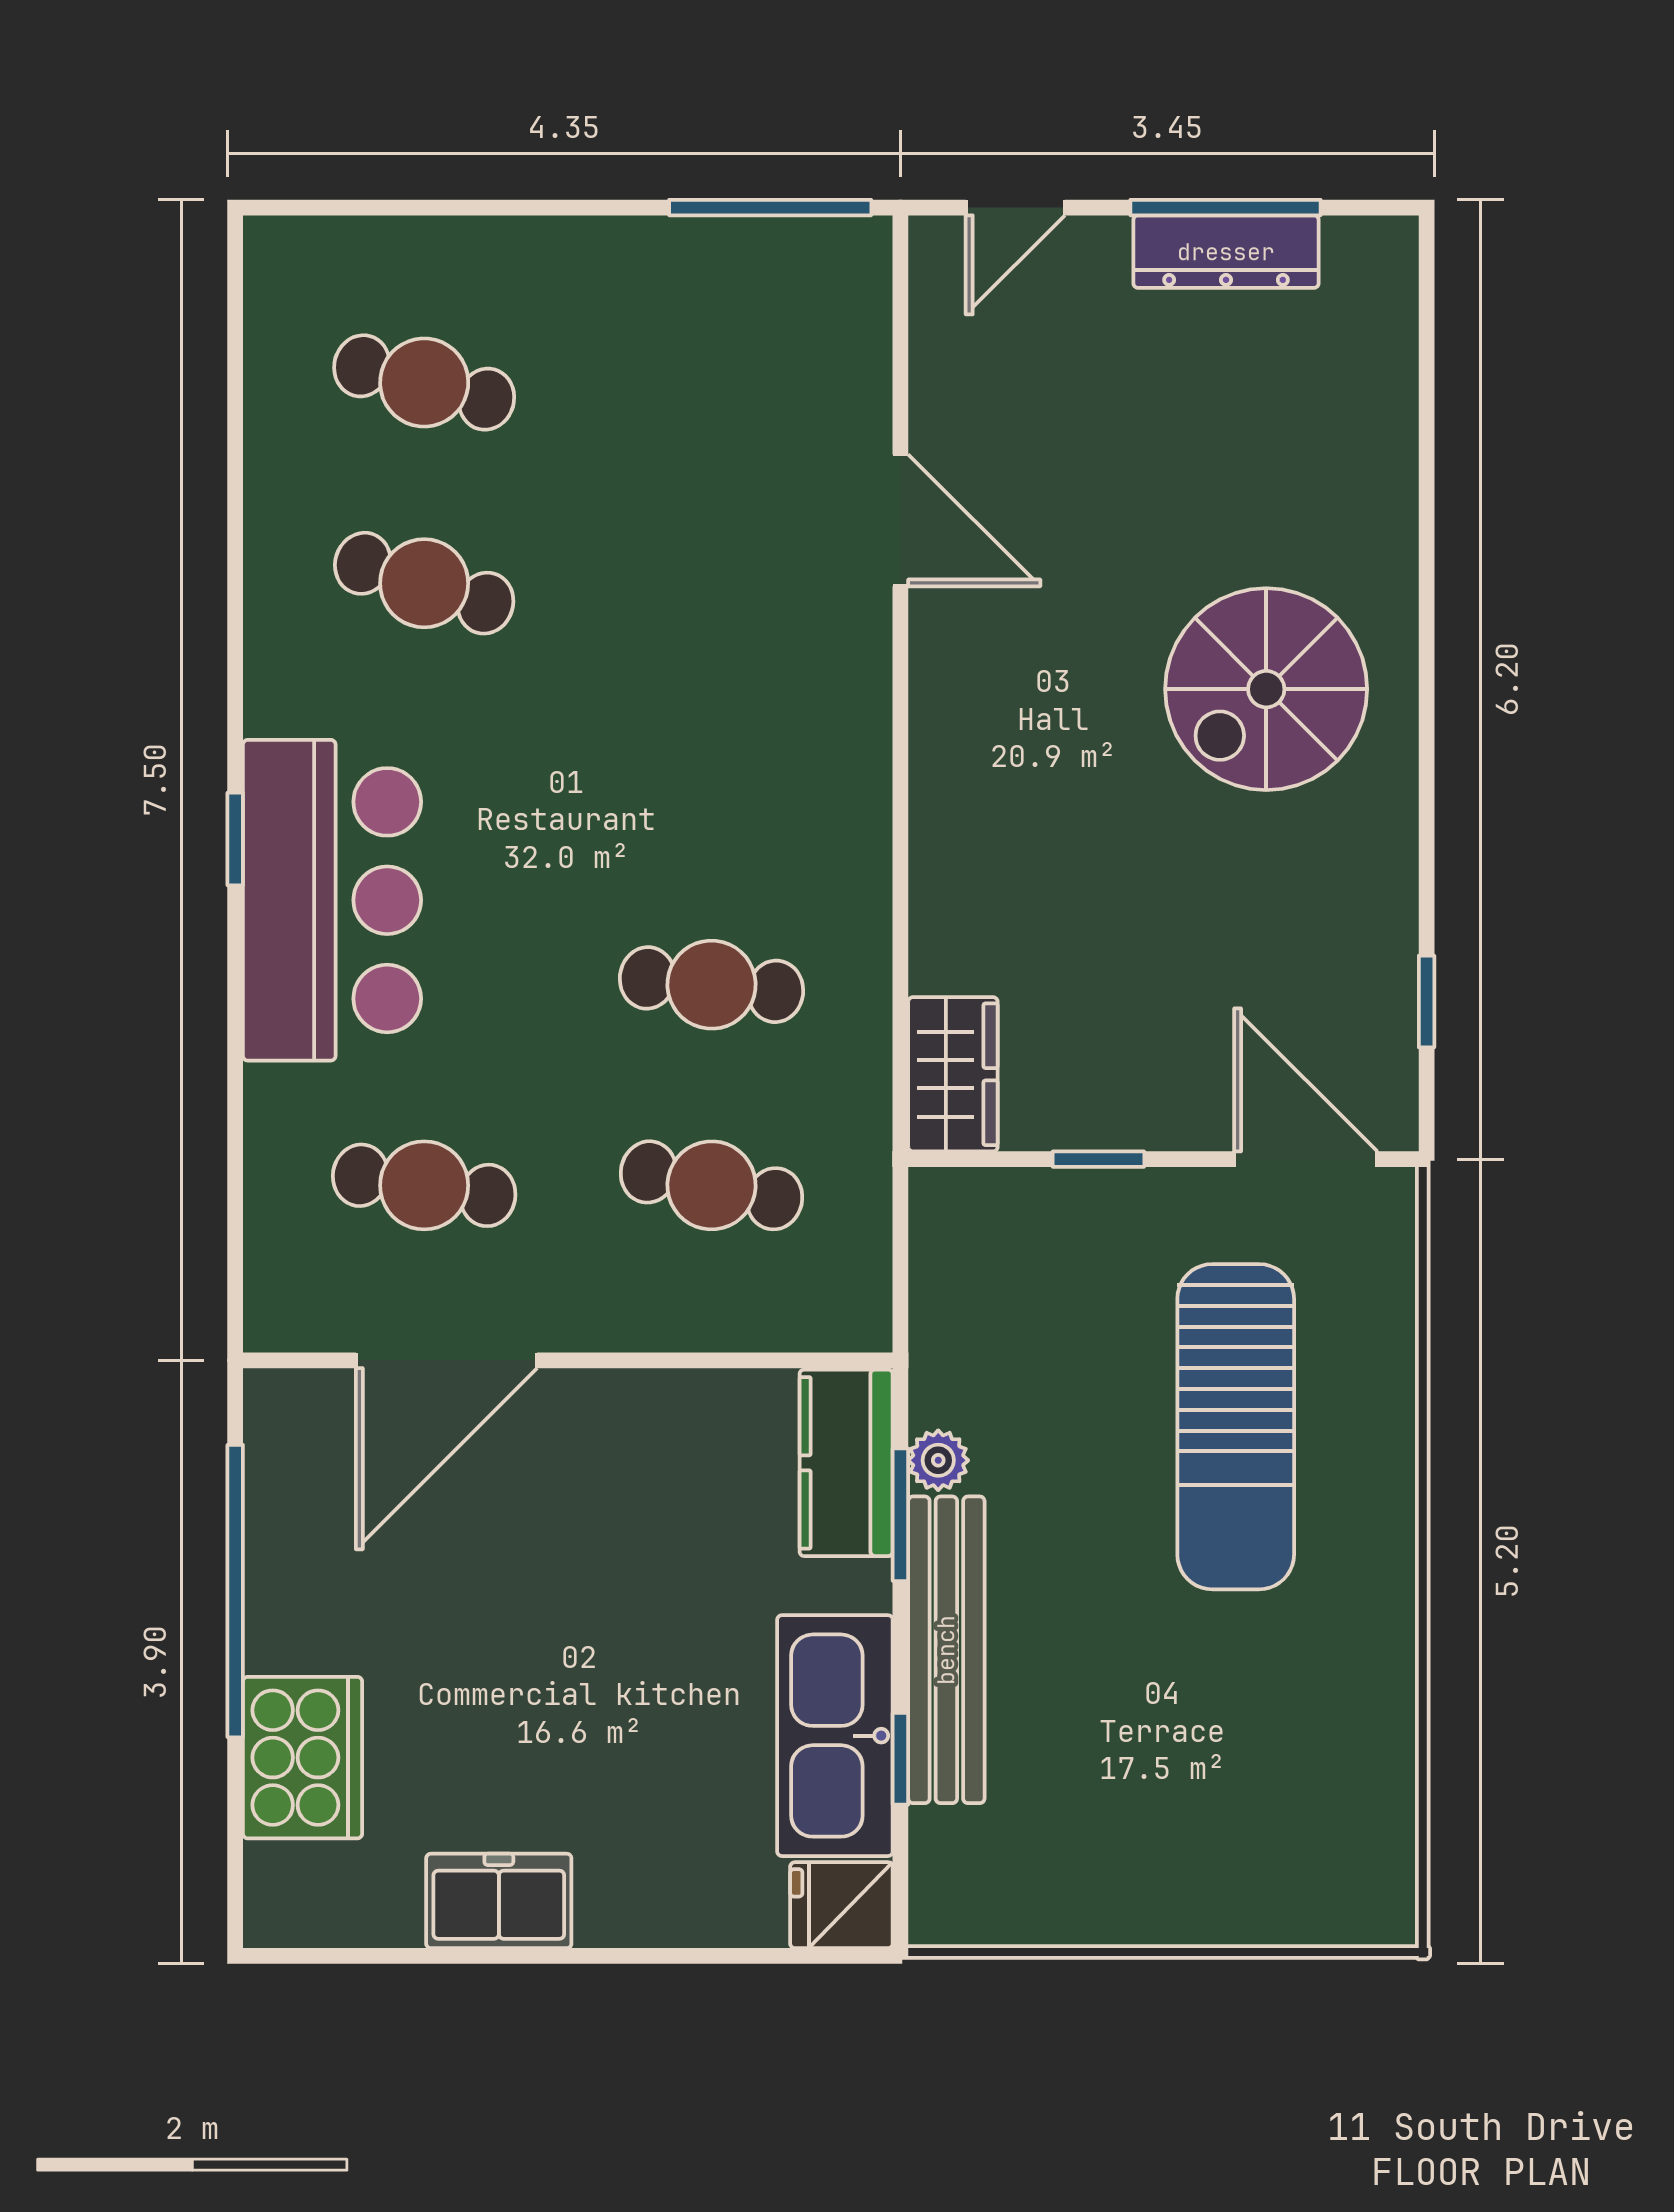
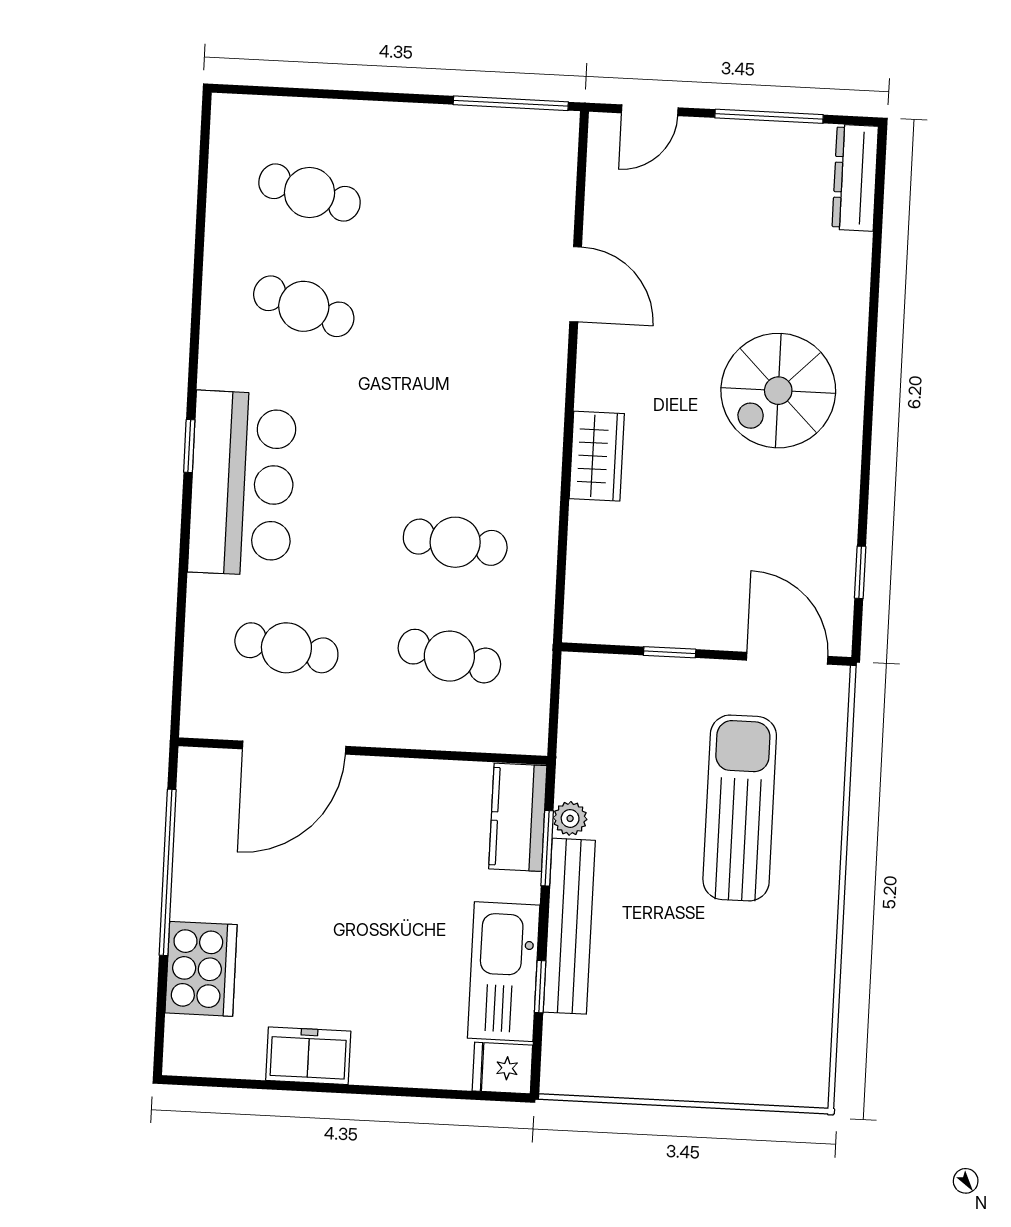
dresser: (1226, 252) -> (855, 178), moved, turned 90
wardrobe: (953, 1074) -> (597, 456), moved
sun lounger: (1236, 1427) -> (740, 808), turned 180

